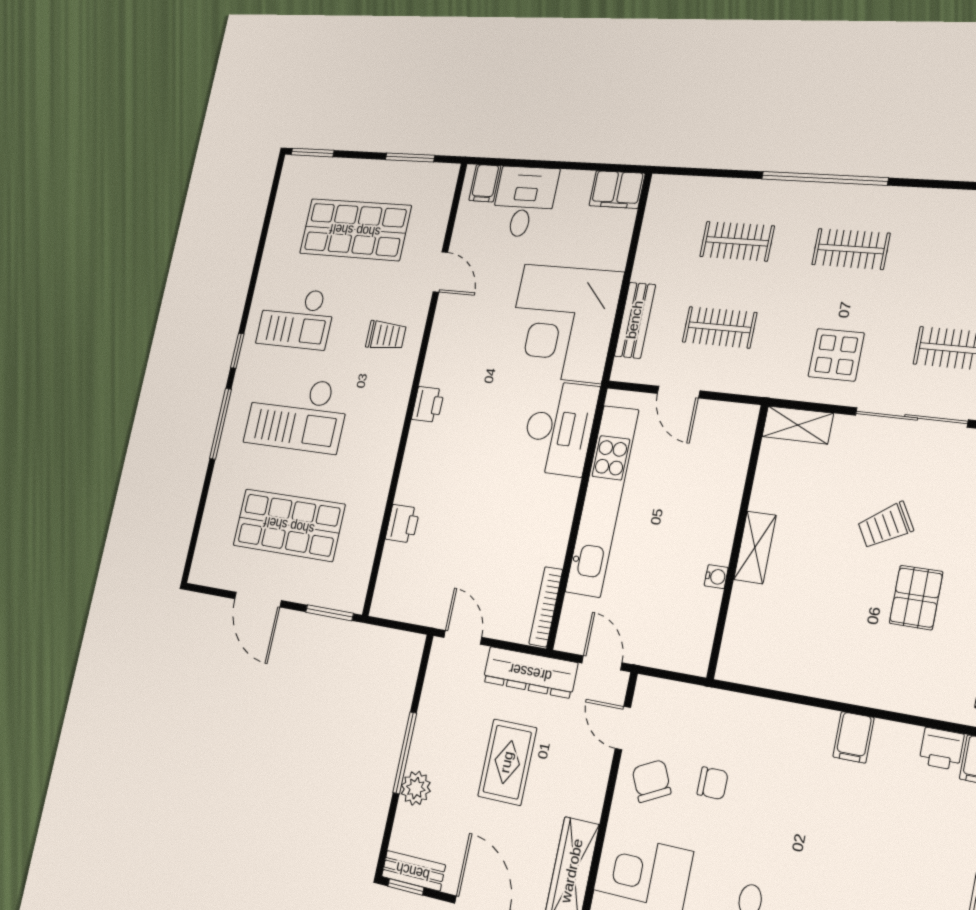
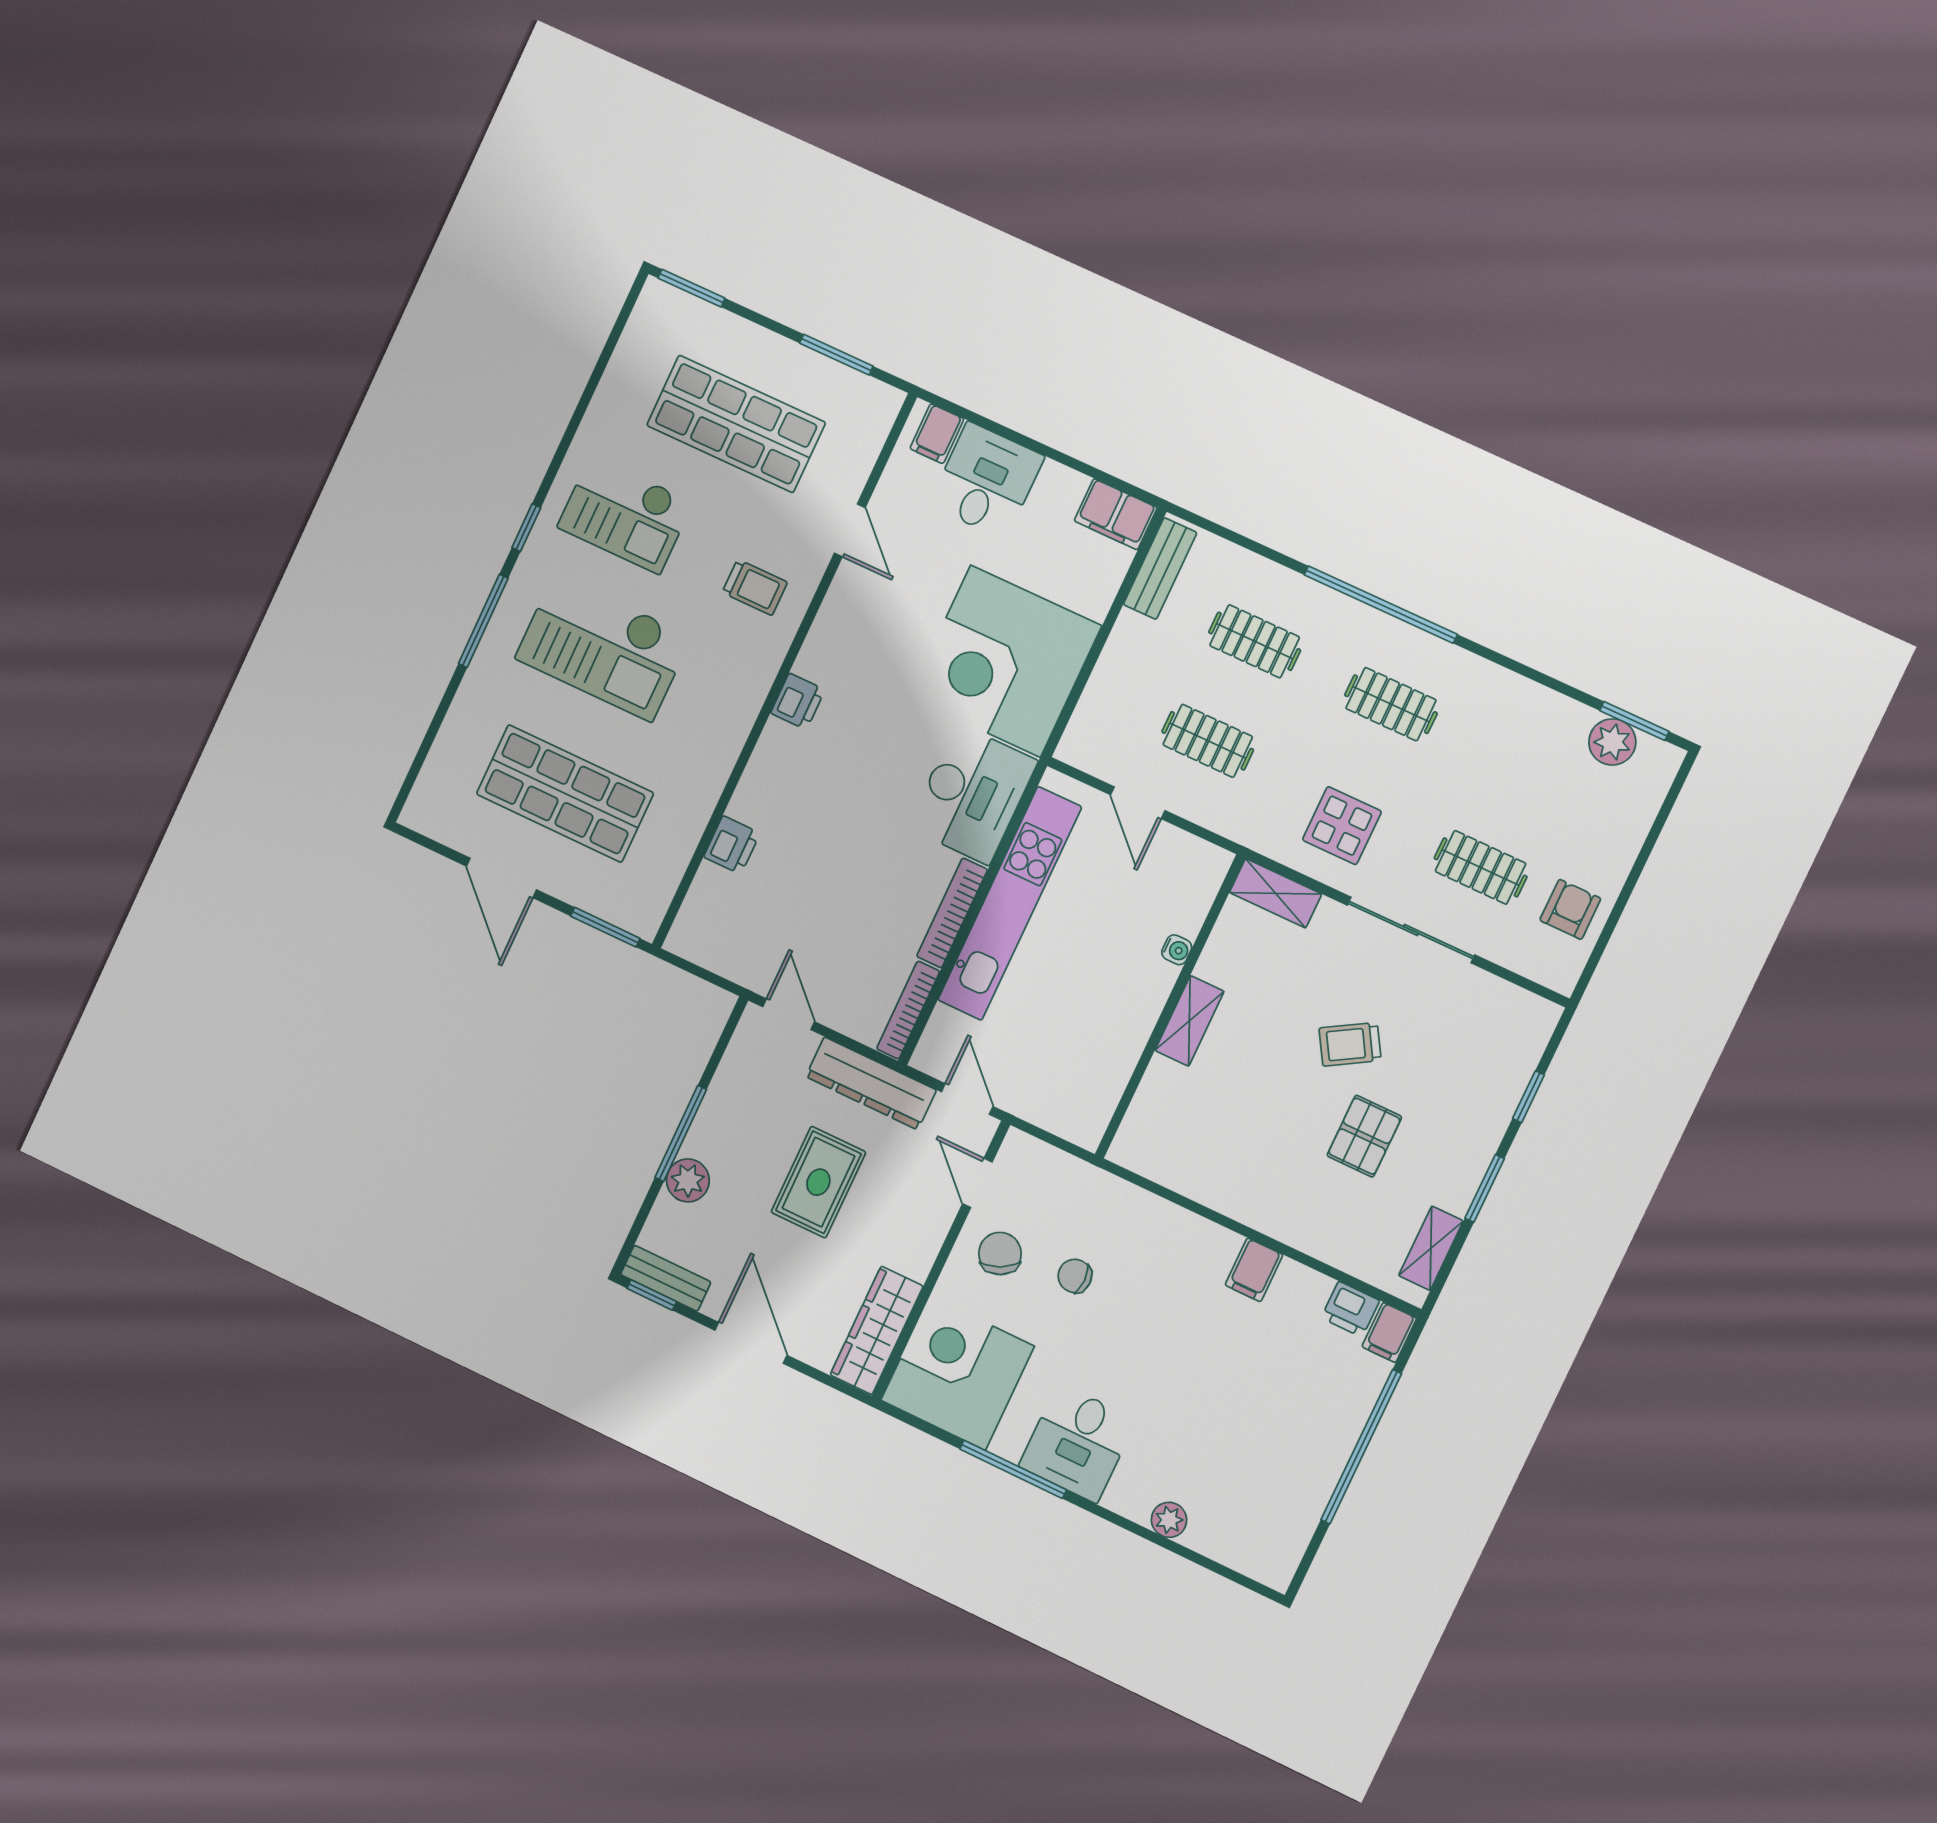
bench: (635, 320) -> (1160, 569), moved
bookcase: (562, 522) -> (952, 913), added
water cooler: (716, 577) -> (1177, 950), moved
chair: (713, 783) -> (1075, 1276), turned 180

